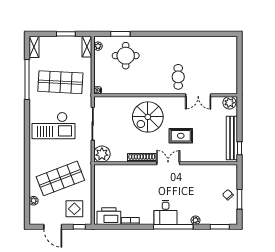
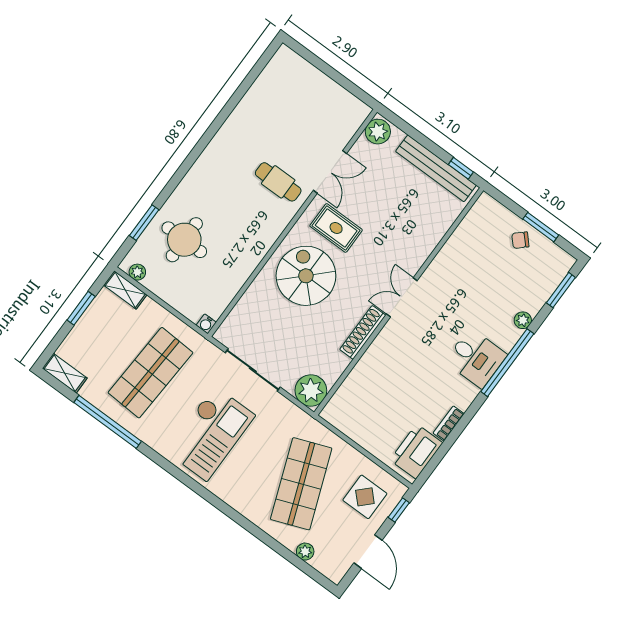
spiral stairs: (148, 117) -> (306, 276), turned 180
rug: (181, 136) -> (336, 228), moved, turned 90
door: (53, 227) -> (368, 552), hinge flipped

